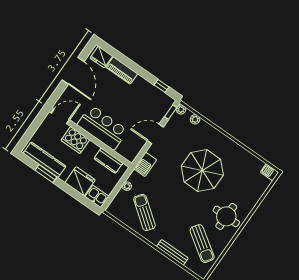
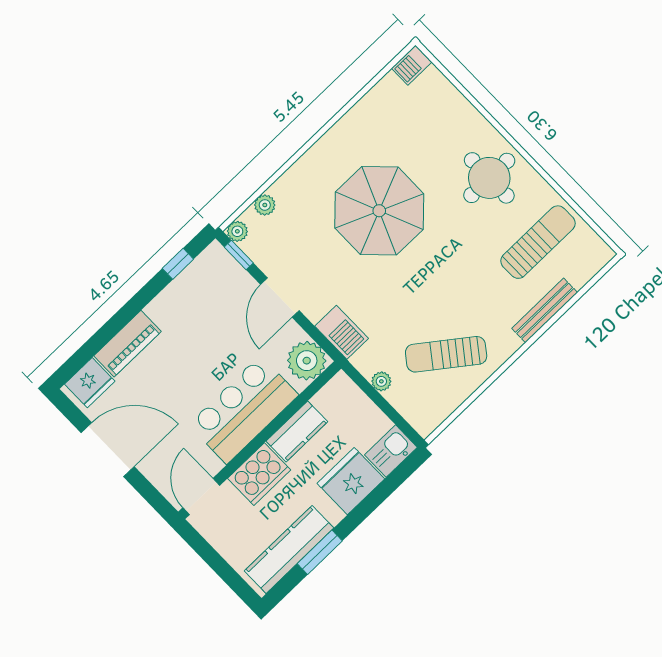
plant: (130, 151) -> (307, 361), added
kitchen counter: (108, 161) -> (297, 431), moved
sun lounger: (202, 244) -> (538, 242), turned -34

